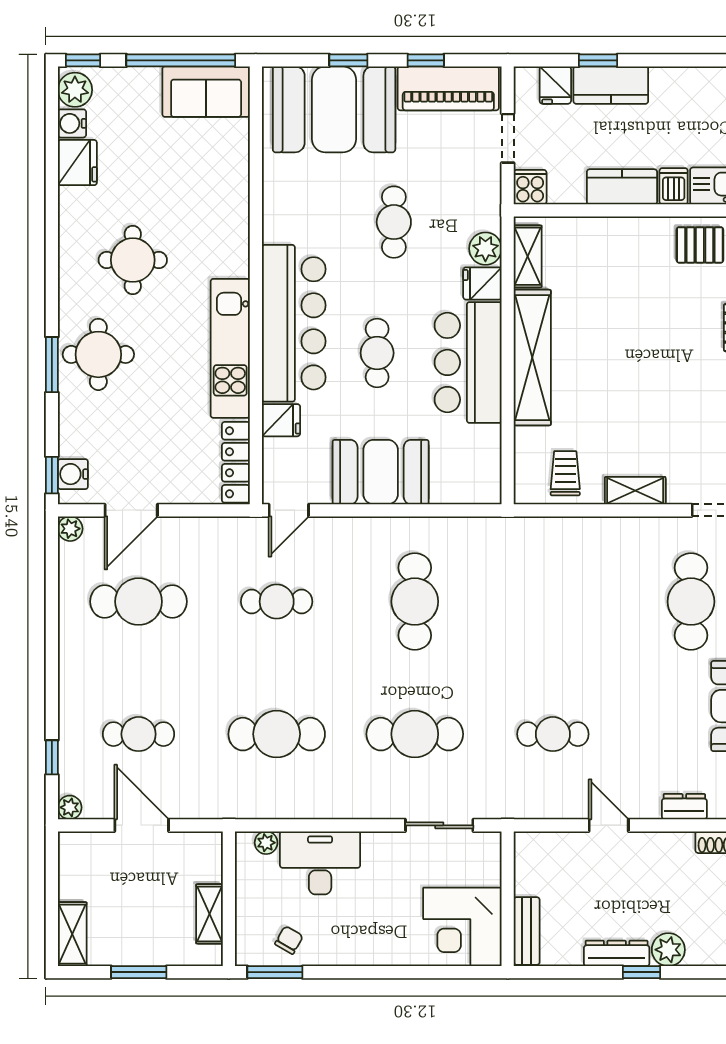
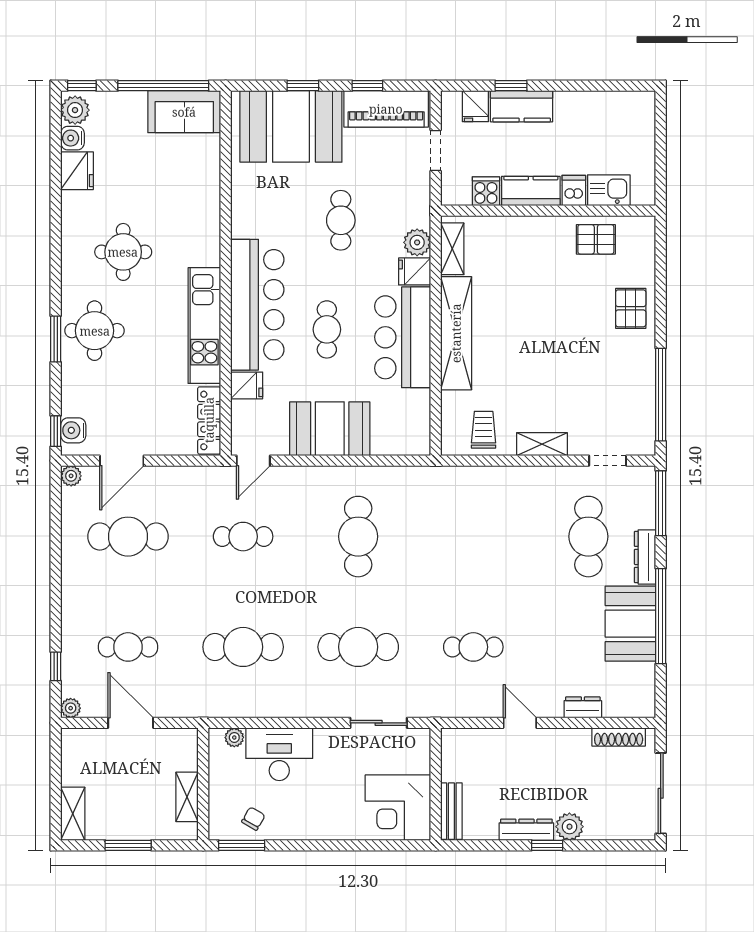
cooker: (530, 187) -> (486, 191), moved

